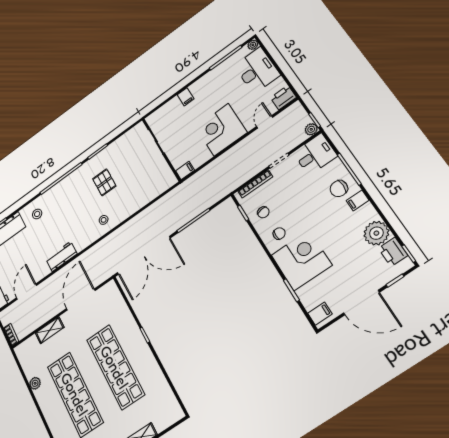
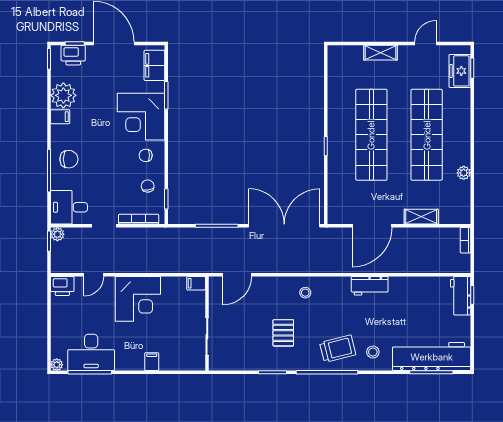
desk: (257, 70) -> (91, 352), moved, turned -90
trolley: (62, 199) -> (338, 349), added
filing cabinet: (358, 200) -> (60, 117), moved
printer: (393, 252) -> (73, 55), moved, turned 90
door: (26, 292) -> (237, 275), moved
filing cabinet: (320, 314) -> (154, 65), width x2.00

